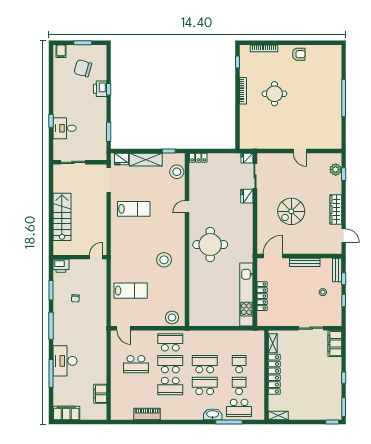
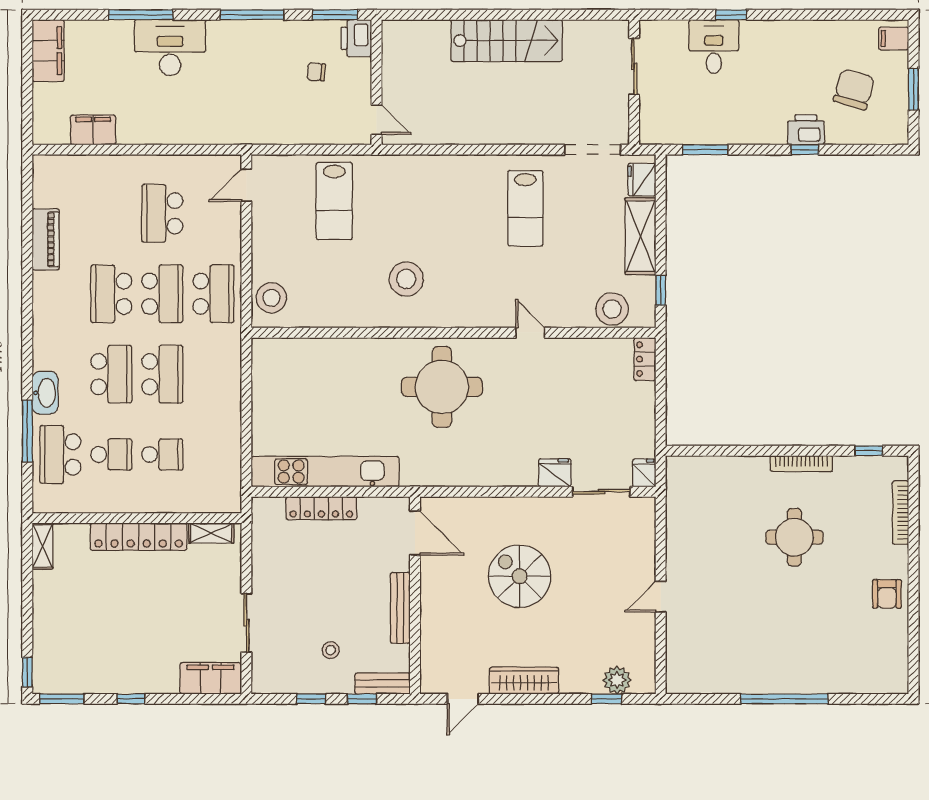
wall: (80, 257) -> (376, 82), moved
door: (96, 257) -> (376, 120), moved
printer: (61, 266) -> (356, 38), moved

